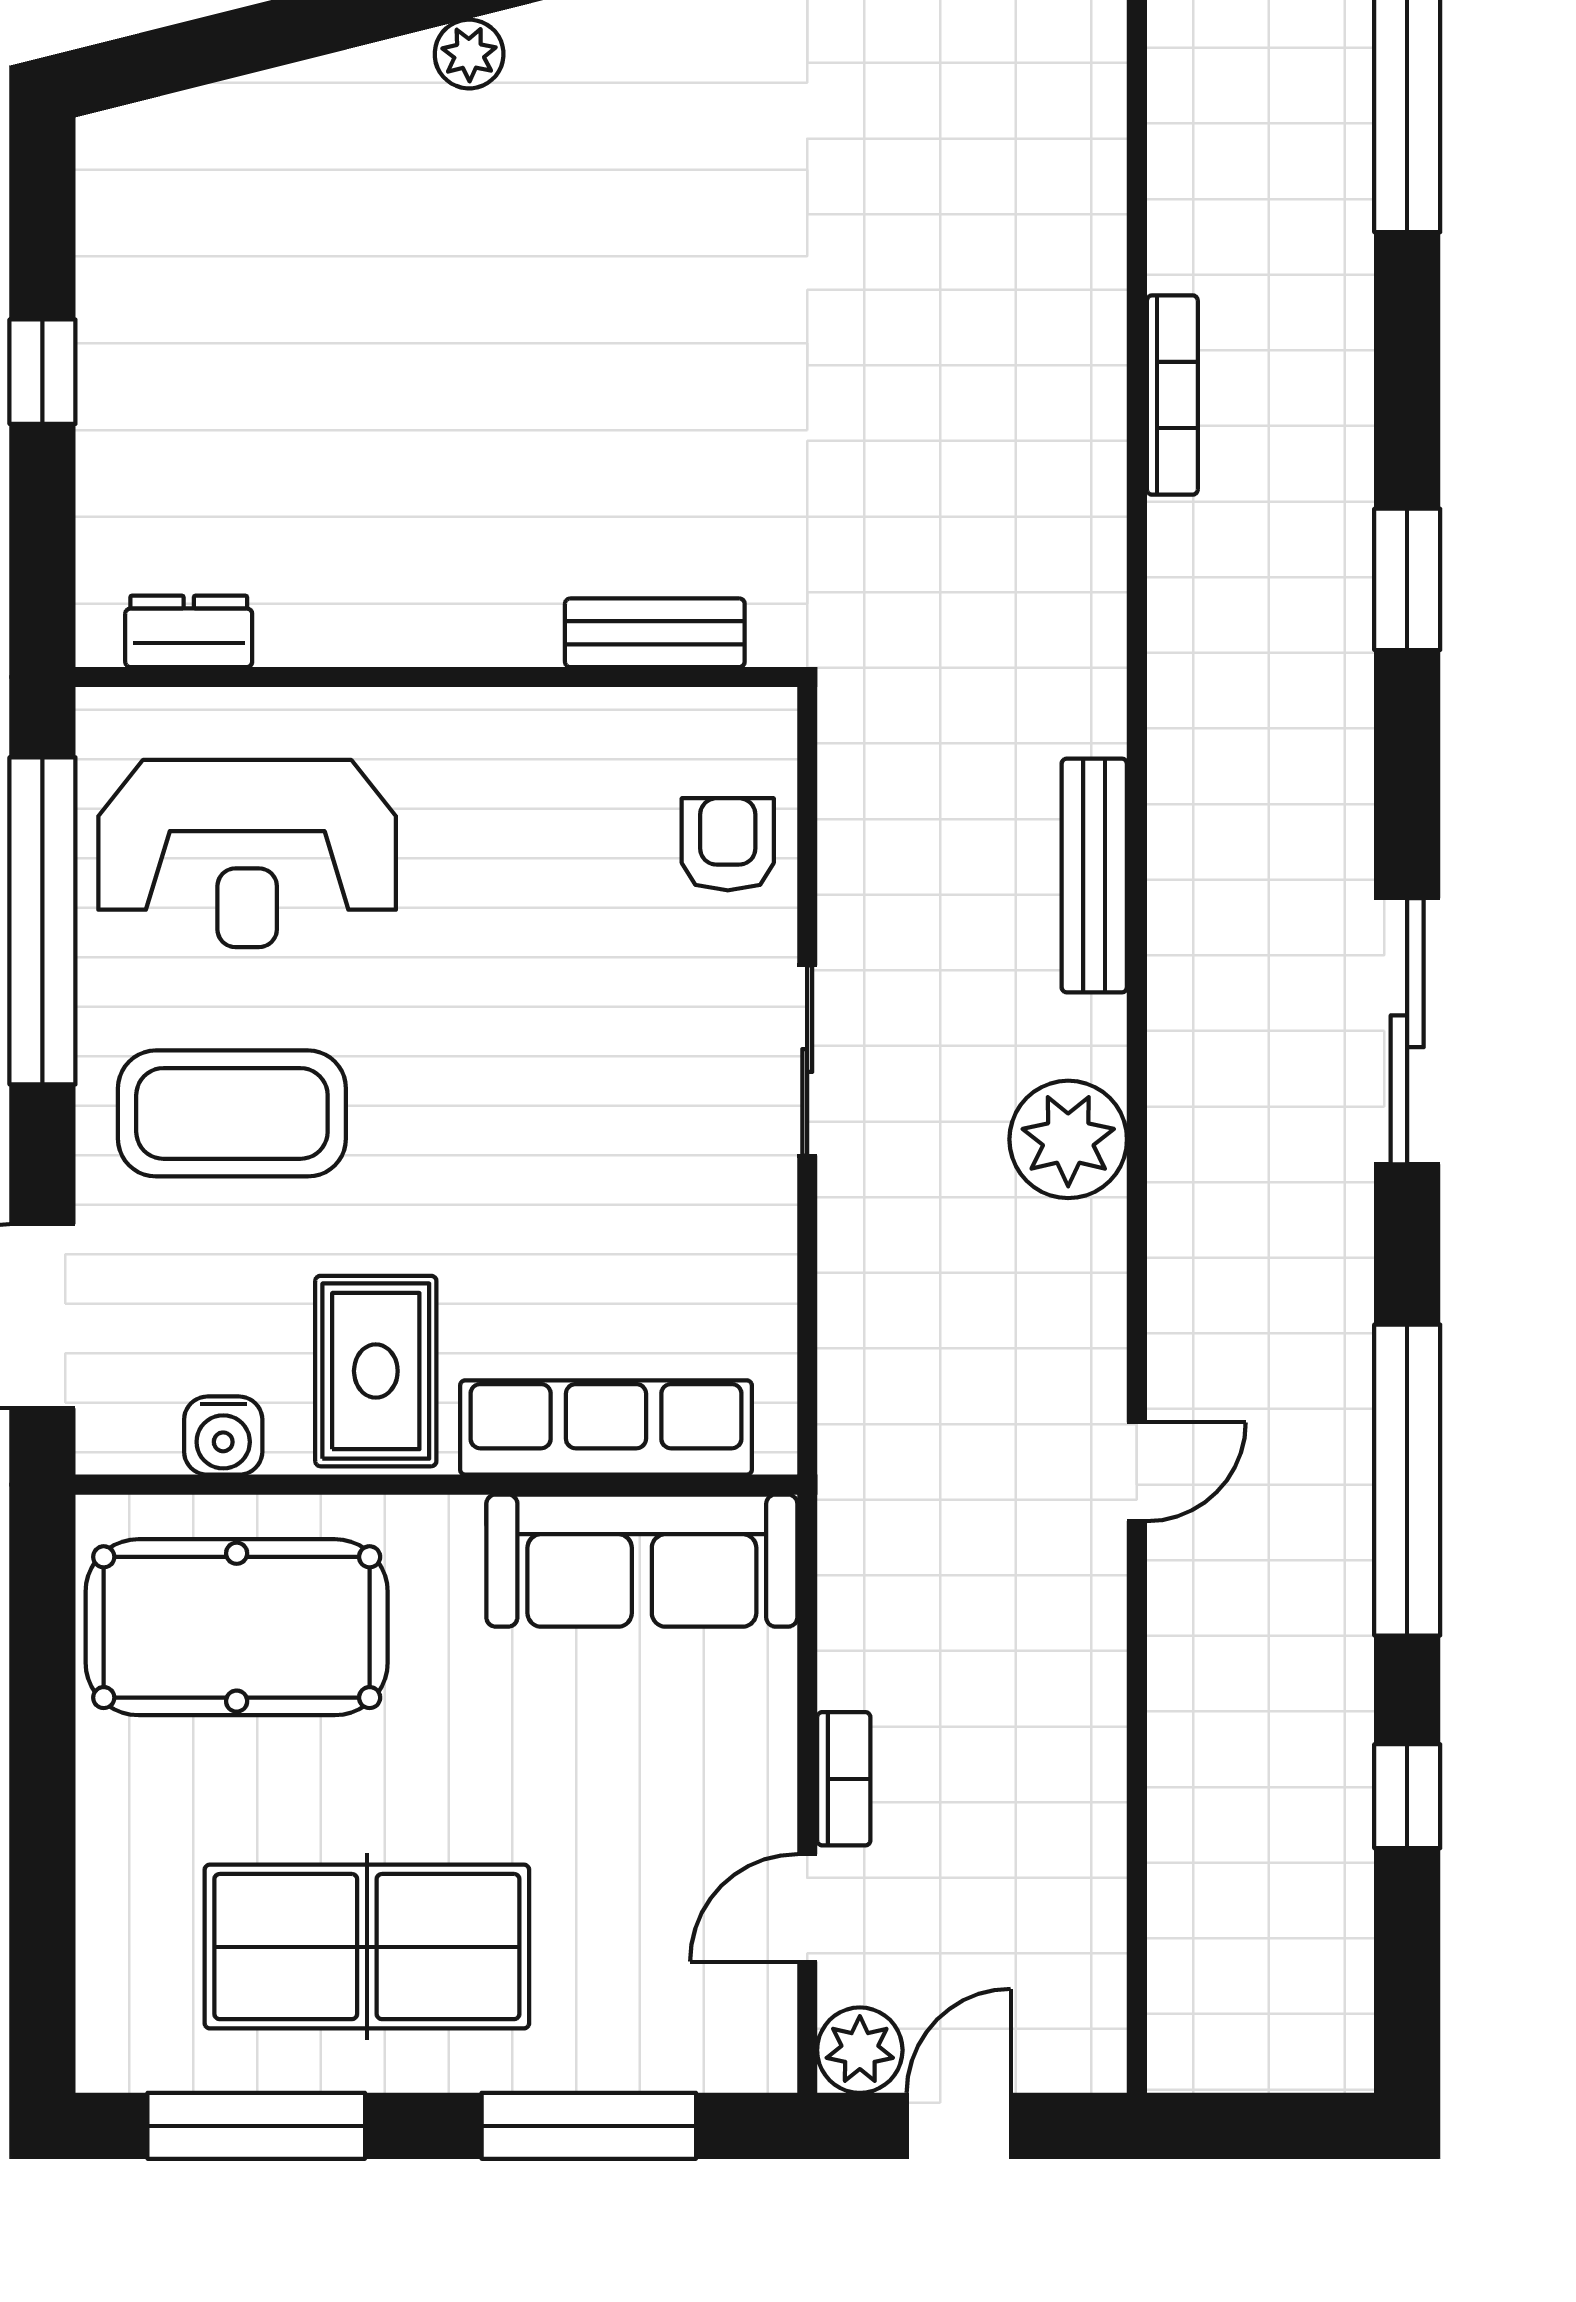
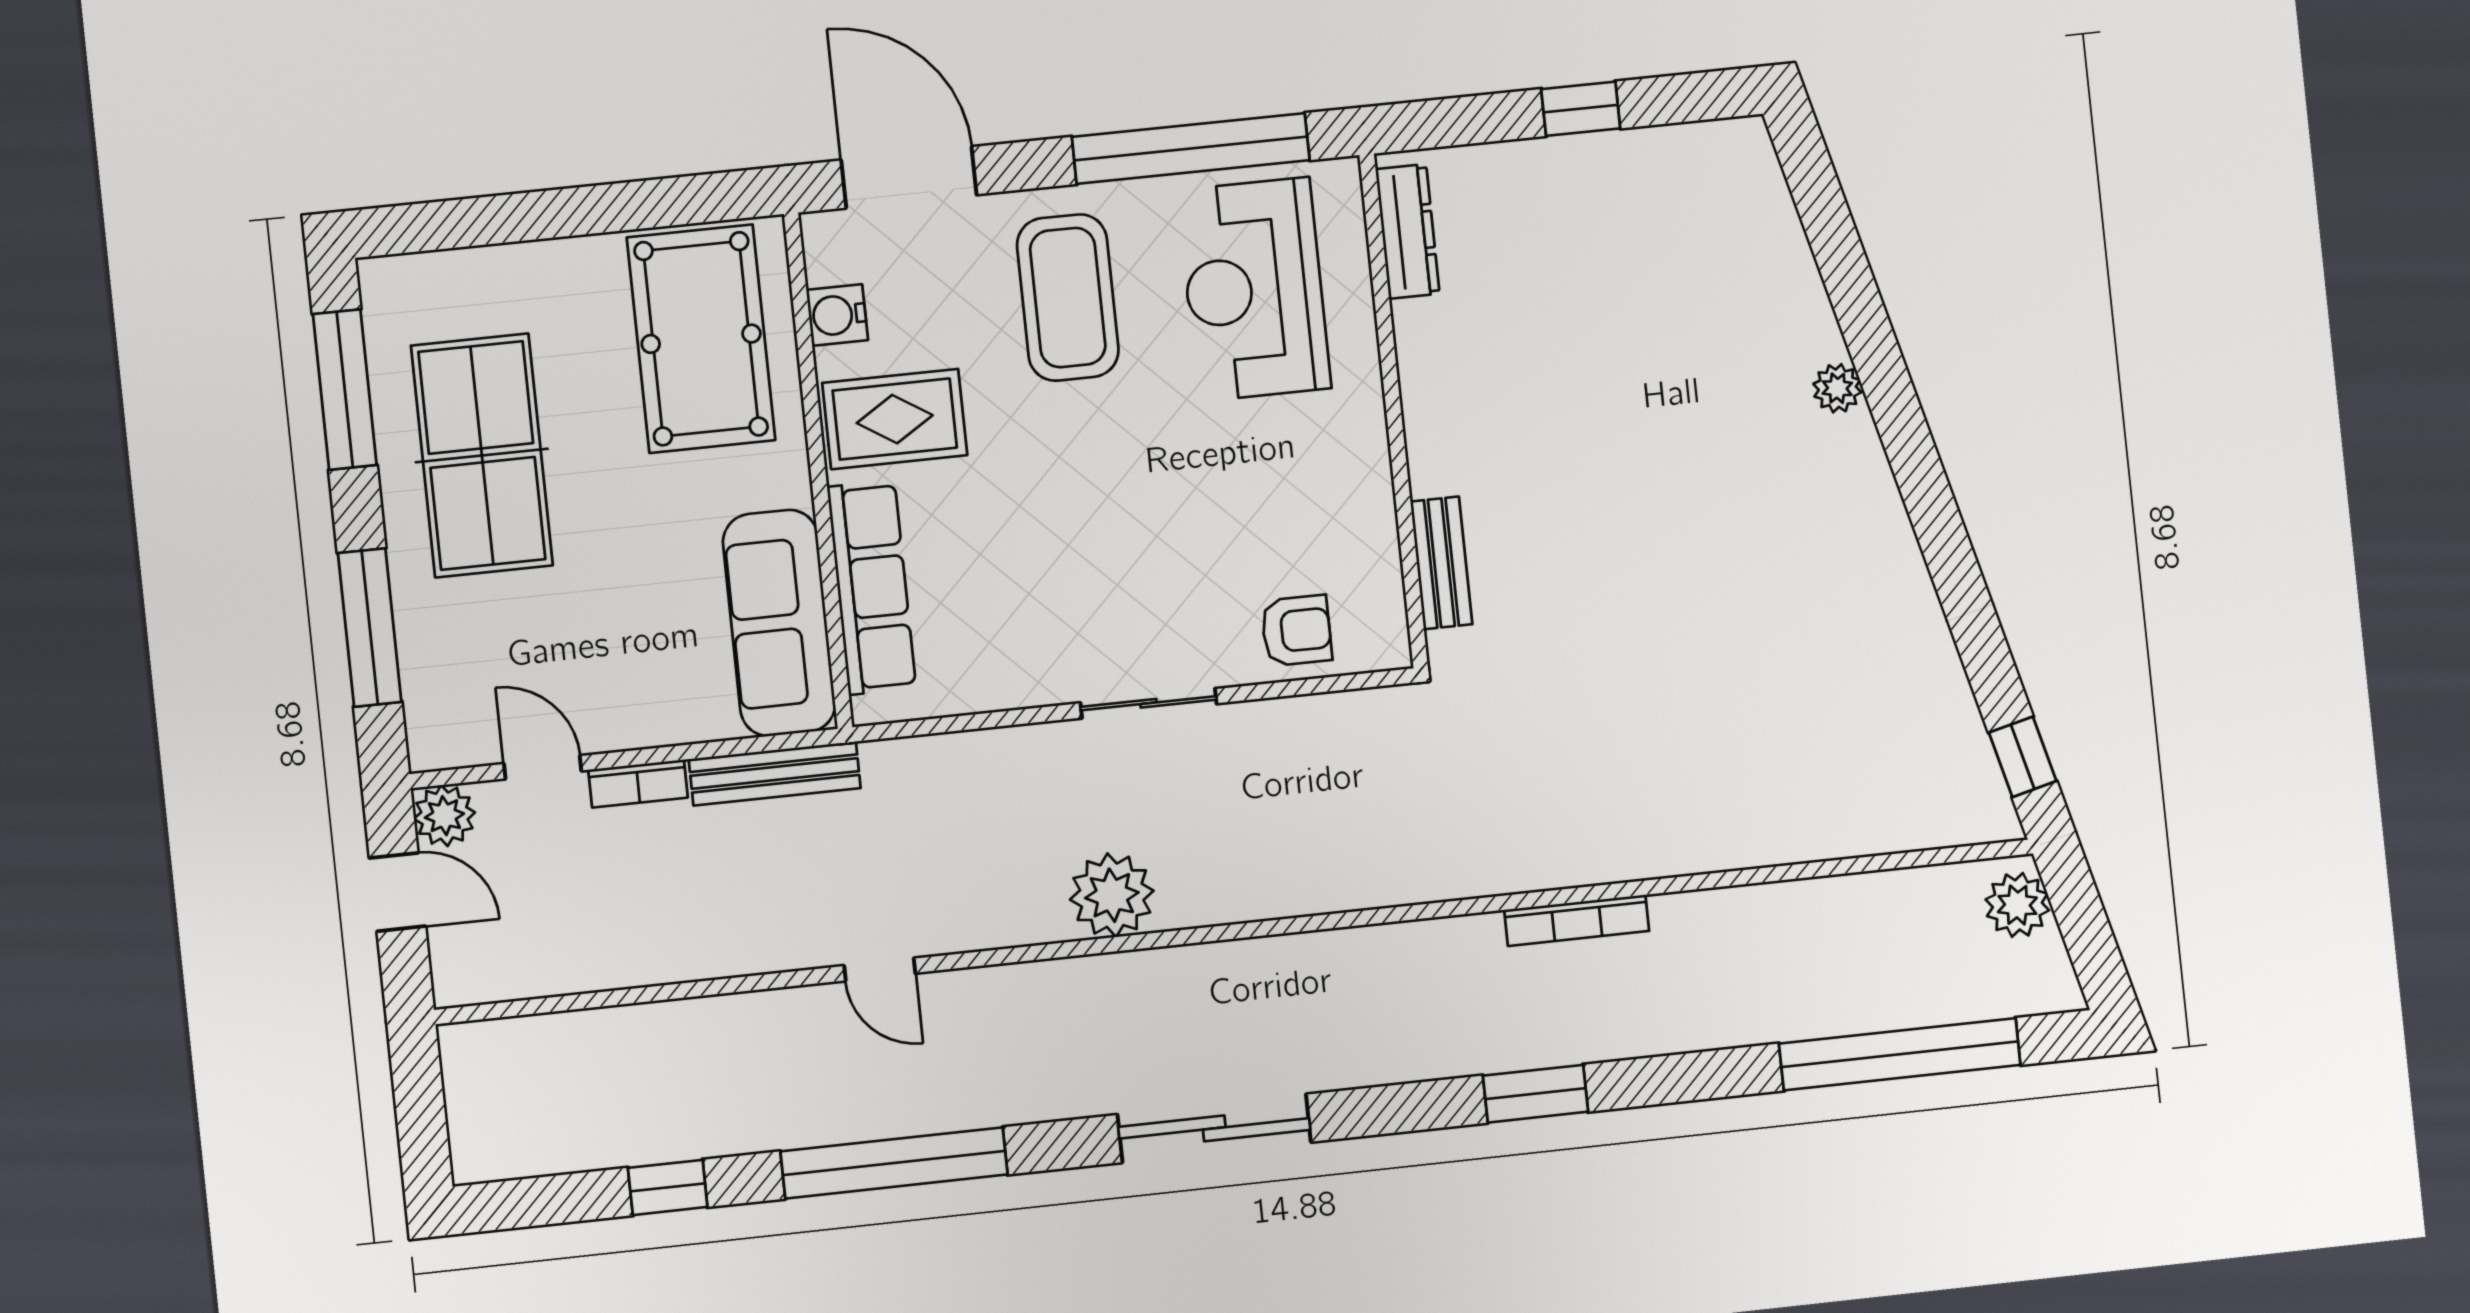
bookcase: (1172, 395) -> (1577, 920), moved
dresser: (189, 631) -> (1407, 231), width x1.44
bench: (1094, 876) -> (775, 774), moved

